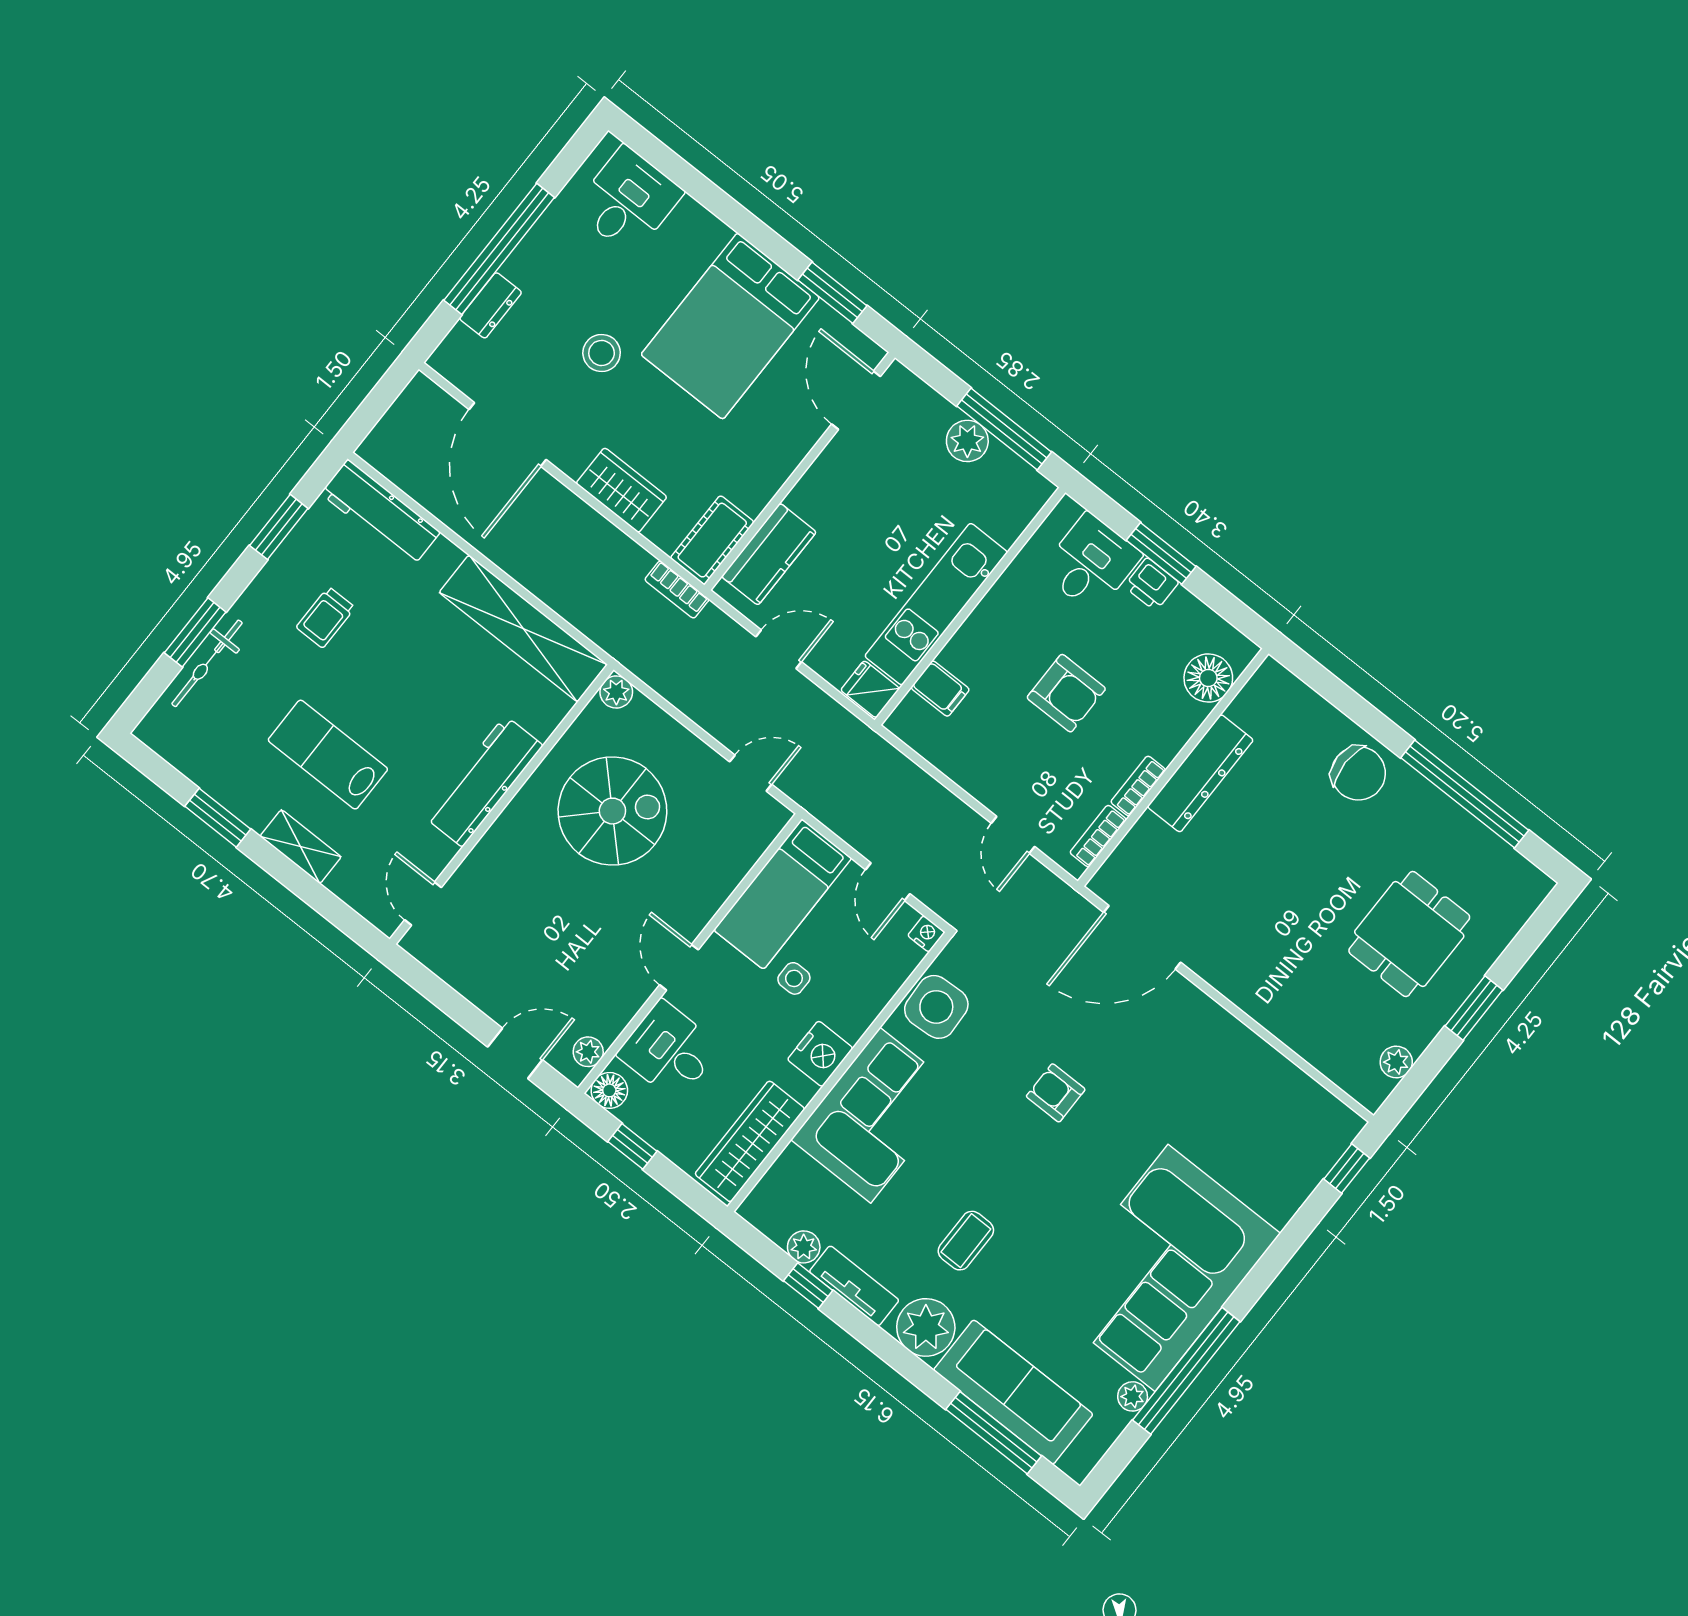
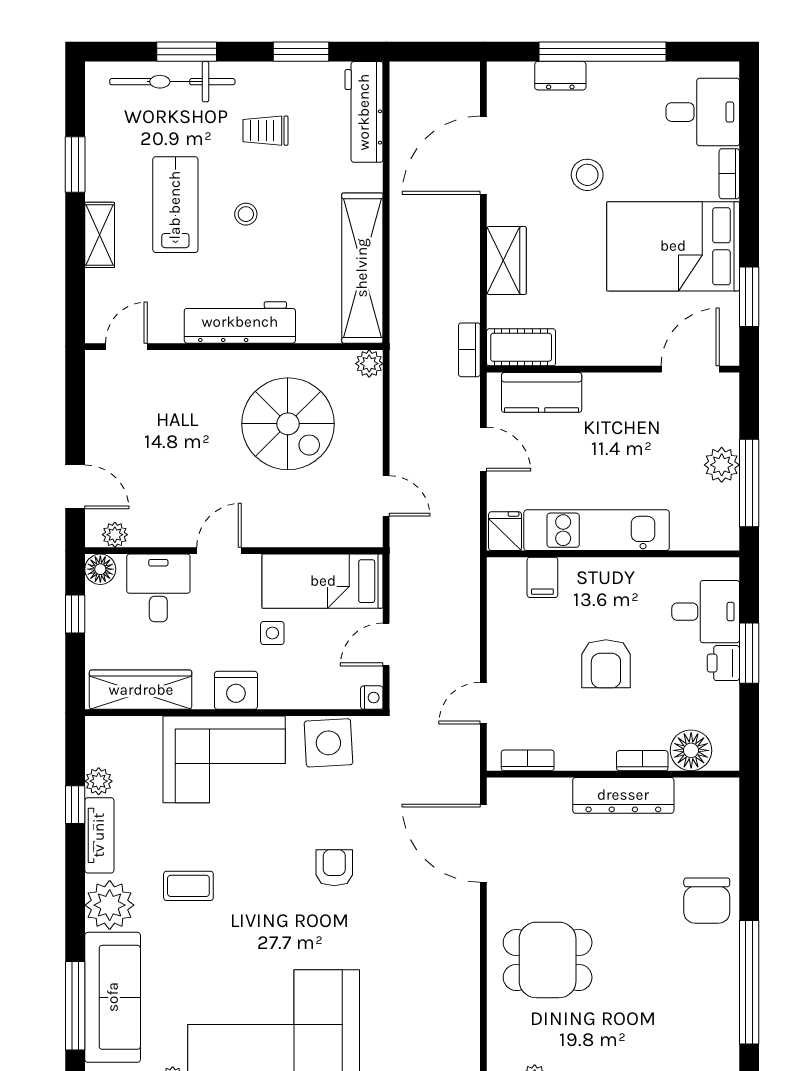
bookcase: (704, 221) -> (729, 174), added
bicycle: (207, 663) -> (172, 82), width x1.37, depth x1.40
stool: (388, 697) -> (246, 214), added
bookcase: (1138, 786) -> (642, 761), moved
dining table: (1409, 934) -> (548, 960), moved

